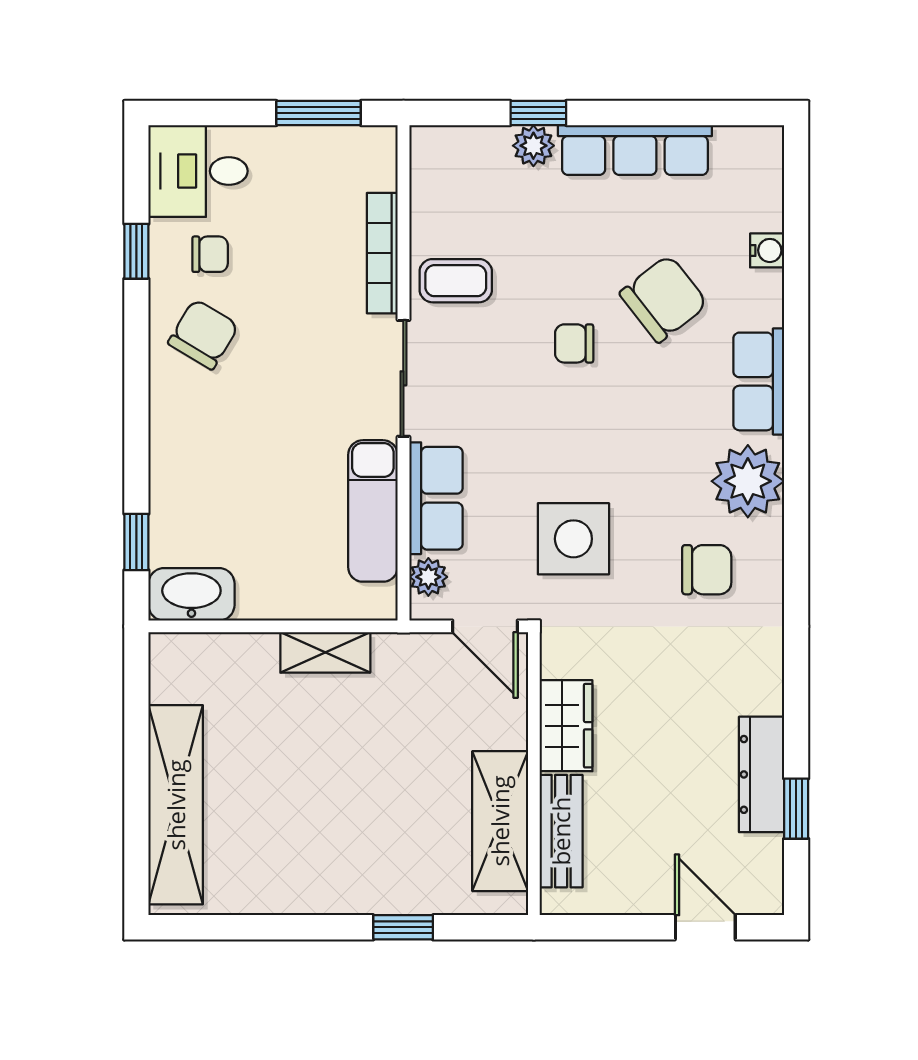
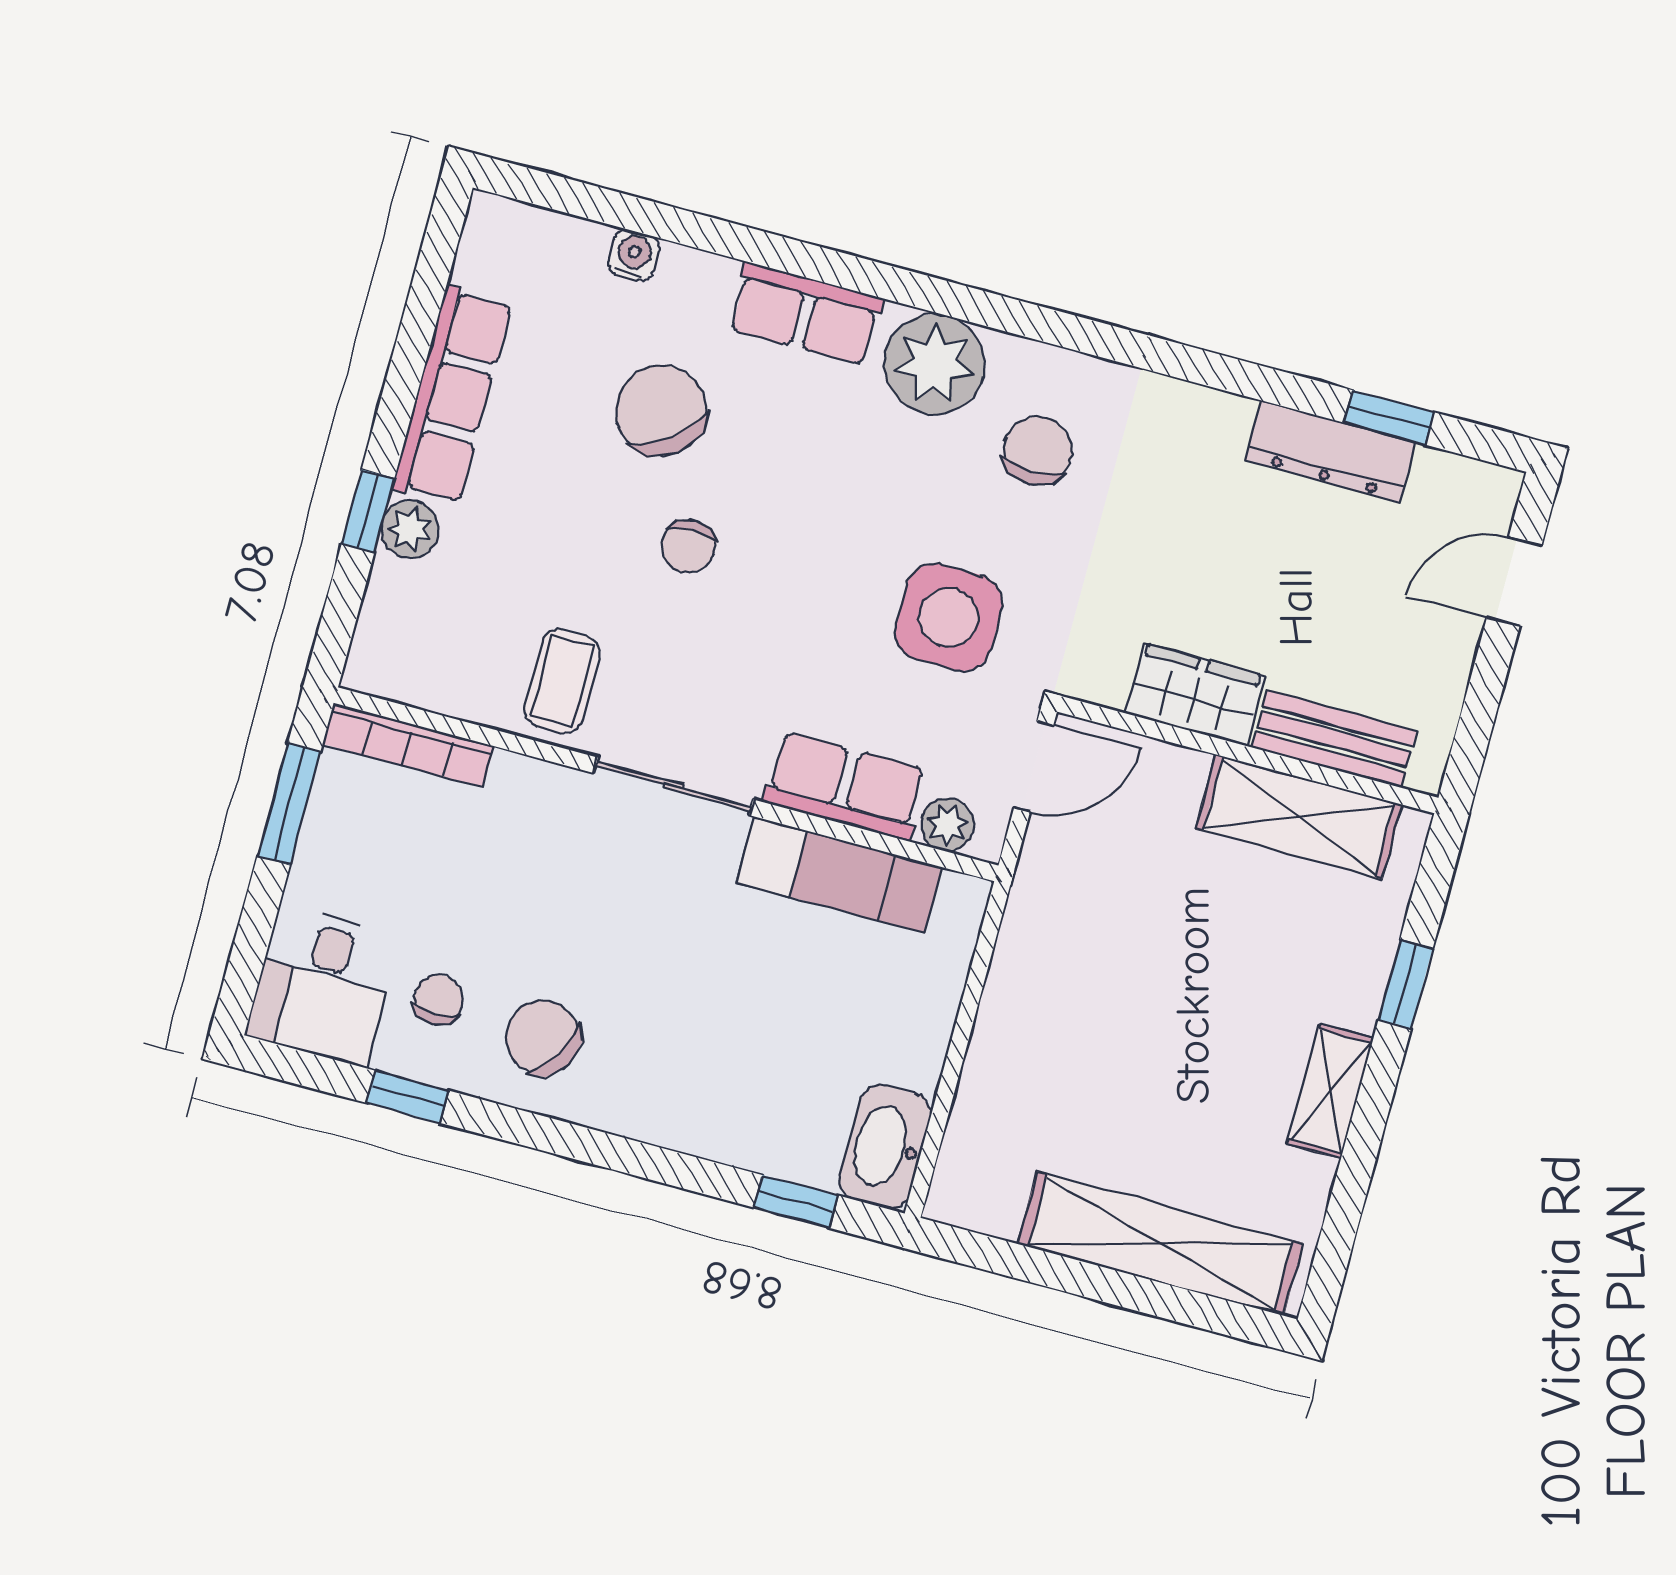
bookcase: (382, 253) -> (408, 745), moved
shelving: (325, 652) -> (1330, 1091), moved

